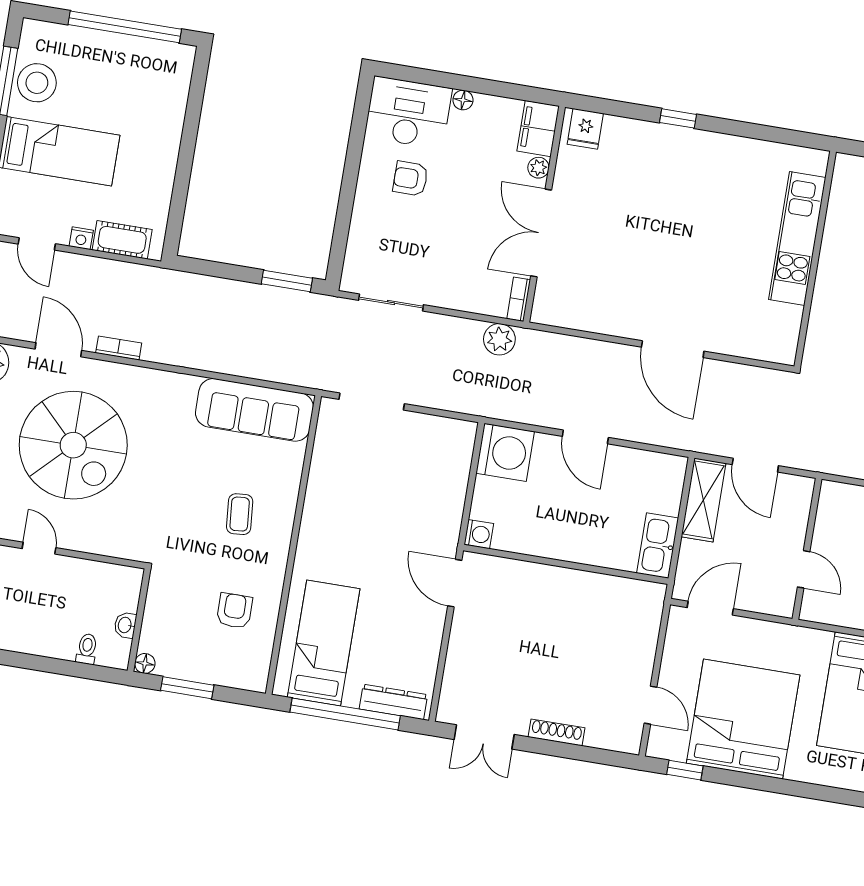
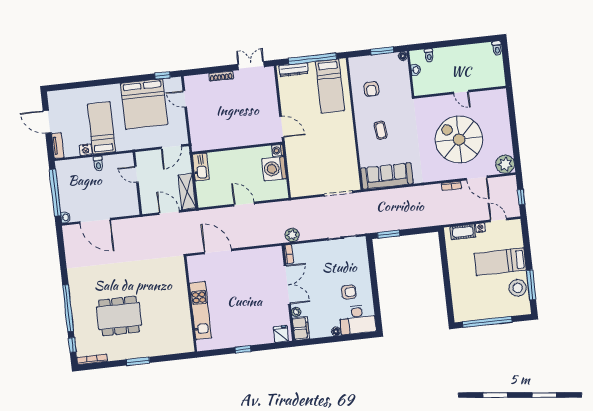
kitchen unit: (797, 238) -> (201, 310), moved
wall: (815, 259) -> (190, 304), moved
washing machine: (505, 452) -> (274, 169), moved

